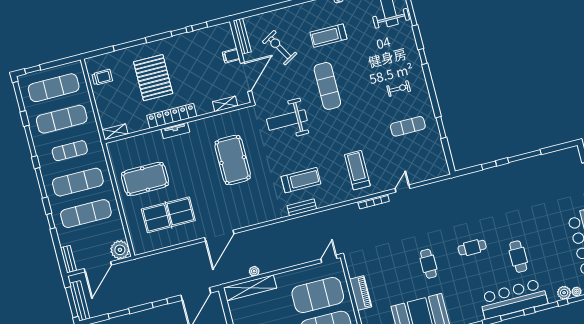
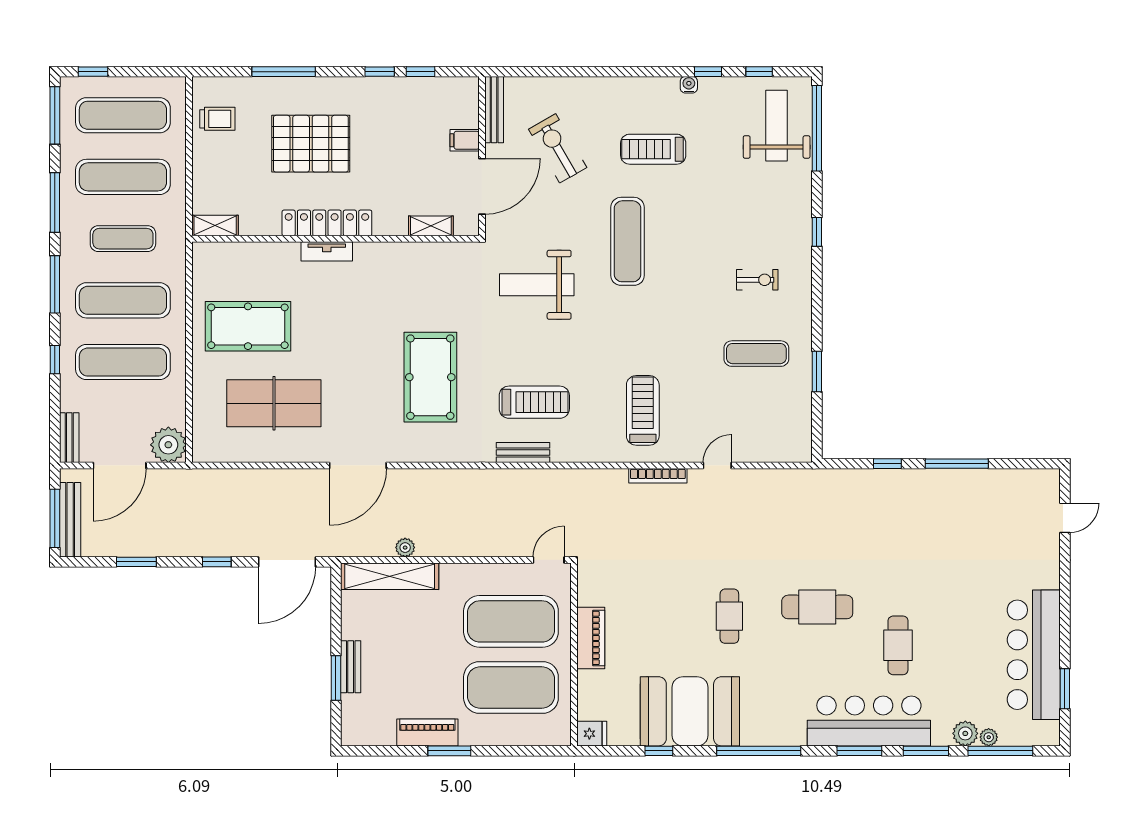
pallet: (153, 78) -> (311, 144), turned 90
pool table: (233, 160) -> (430, 377), moved
cafe table: (472, 248) -> (817, 607), width x1.37, depth x1.35

